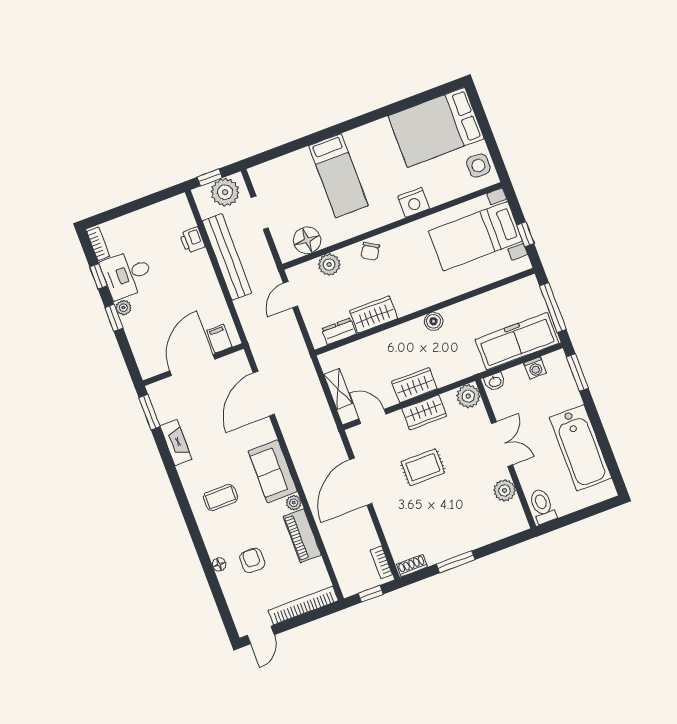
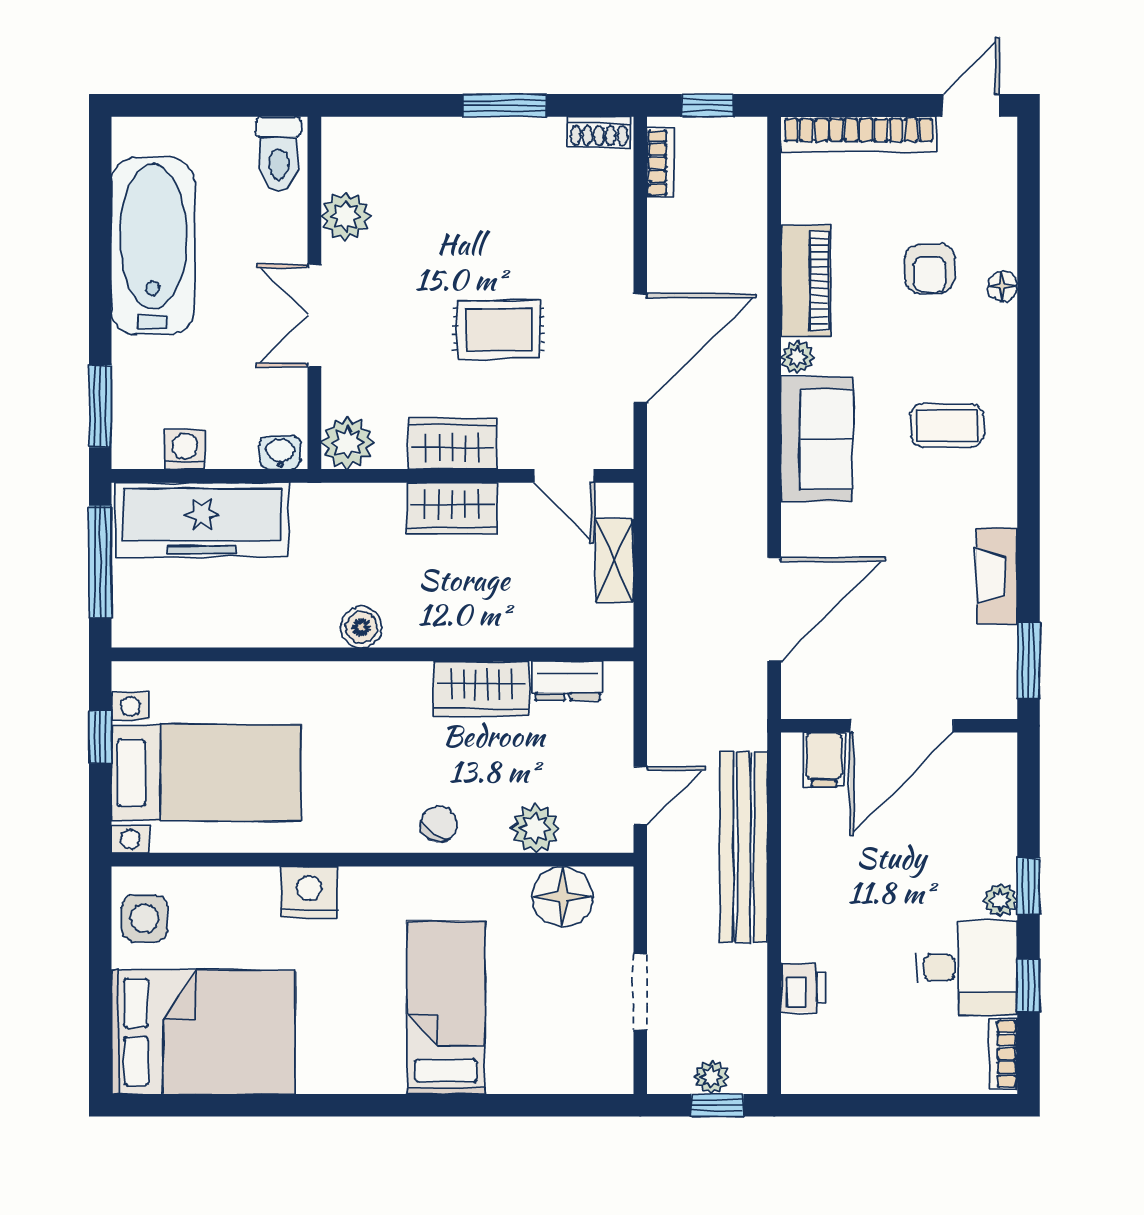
plant: (225, 192) -> (711, 1077), width x0.53, depth x0.53
bench: (227, 257) -> (744, 847), moved

